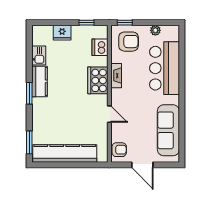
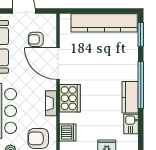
window: (29, 93) -> (141, 85), width x2.11
door: (109, 114) -> (58, 64), width x1.88
armchair: (119, 150) -> (36, 39), moved

